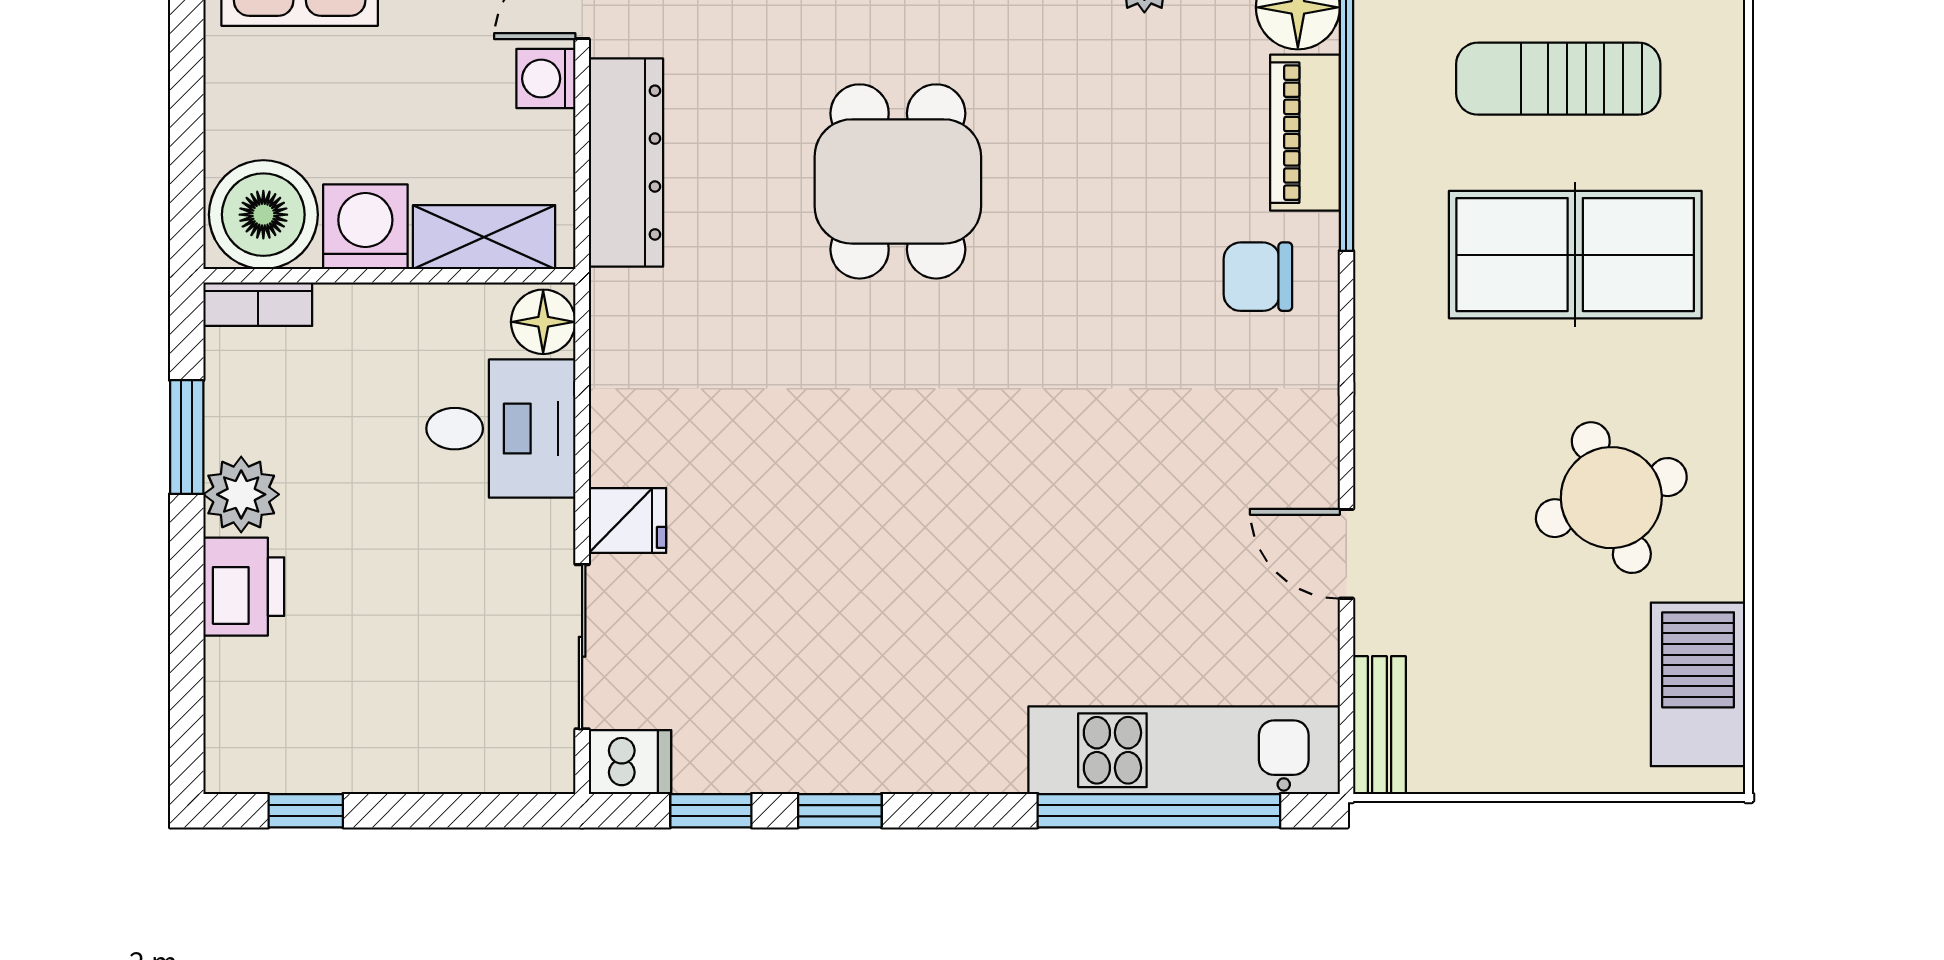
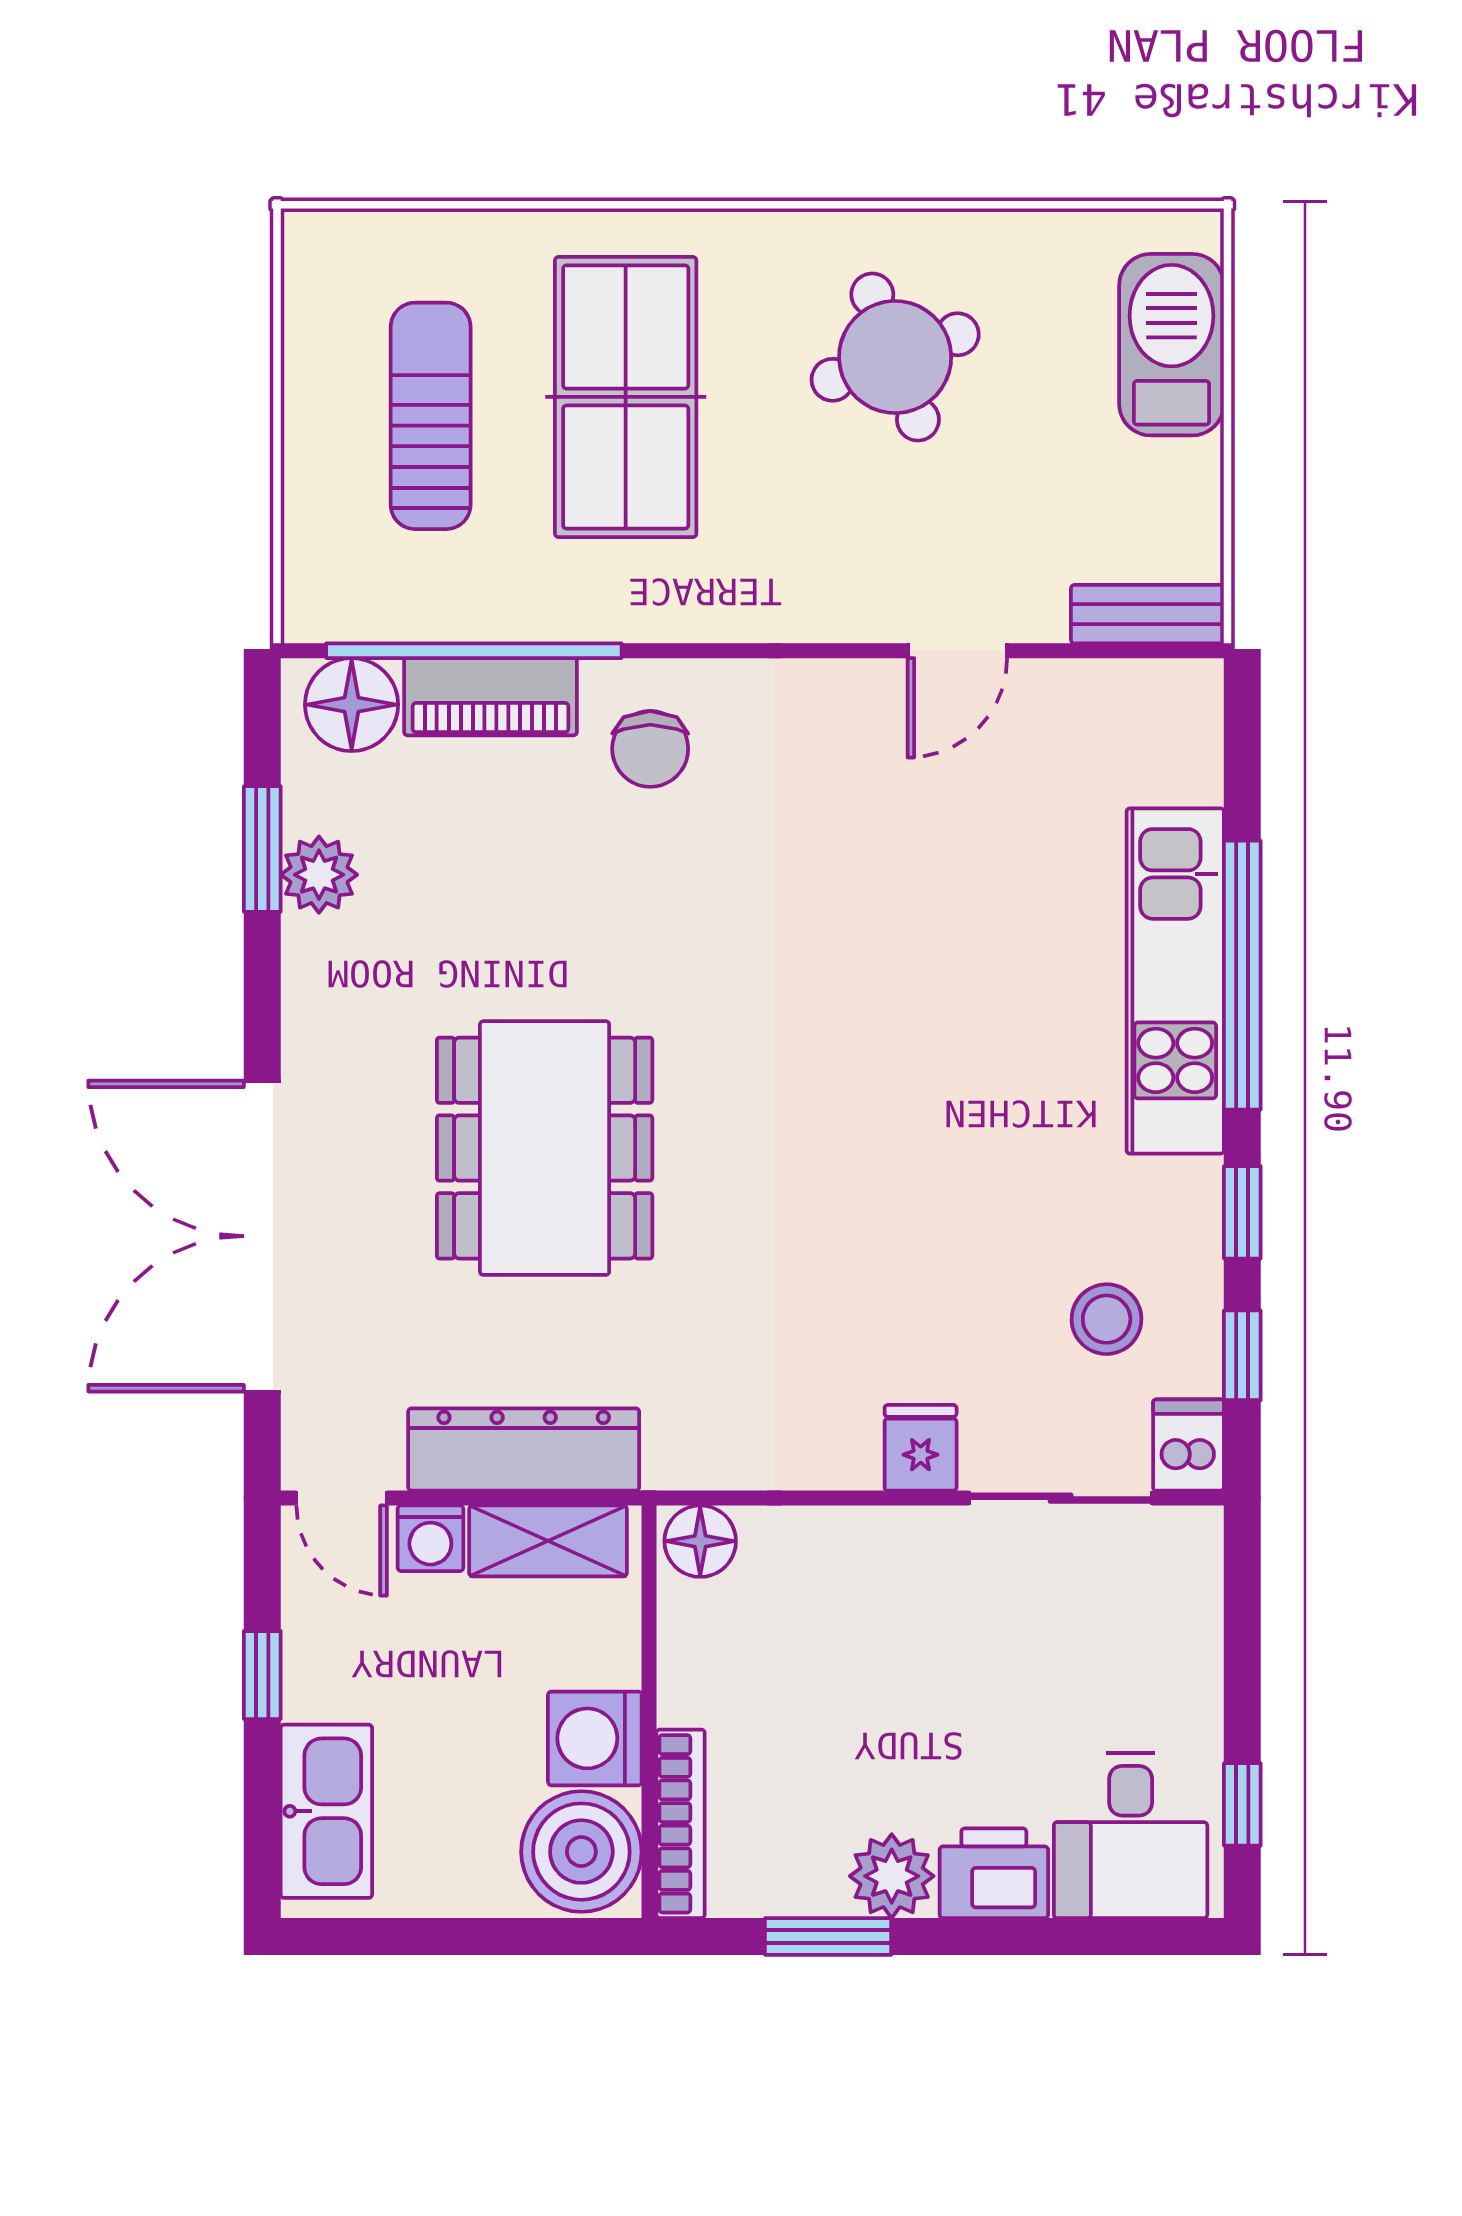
sun lounger: (1558, 79) -> (431, 416), turned 180
dining table: (898, 181) -> (545, 1148), width x1.37
shelving: (484, 237) -> (548, 1541), moved, turned 90
bookcase: (258, 304) -> (681, 1824), width x1.56
desk: (501, 429) -> (1131, 1835), moved, turned 180
barbecue: (1698, 684) -> (1172, 345), moved, turned 90
stool: (744, 688) -> (1107, 1319), added
kitchen unit: (1184, 750) -> (1175, 981), moved
window: (1159, 811) -> (1242, 975), moved

